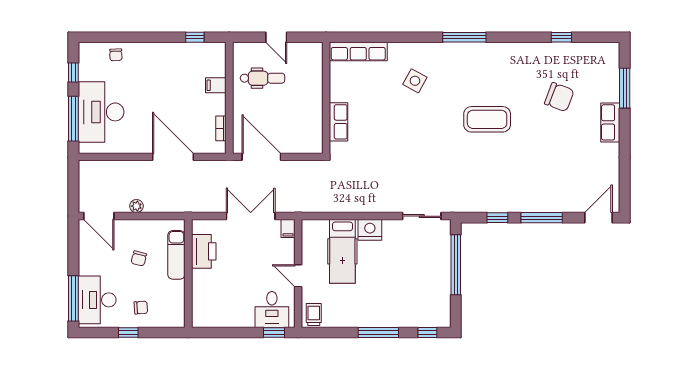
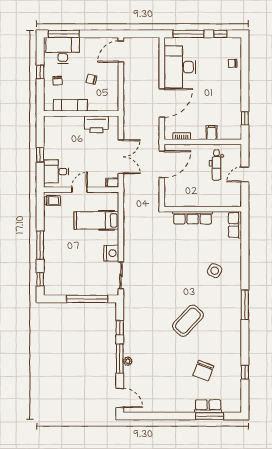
row of seats: (358, 51) -> (235, 225), width x0.68
desk: (101, 112) -> (180, 67), moved, turned -90
coffee table: (487, 119) -> (188, 321), turned 43
row of seats: (339, 122) -> (193, 218), width x1.48
row of seats: (610, 122) -> (208, 406), moved
plant: (136, 206) -> (128, 361), moved
nightstand: (370, 230) -> (111, 253), moved
exam couch: (176, 255) -> (70, 105), moved
window: (274, 333) -> (40, 155), moved

